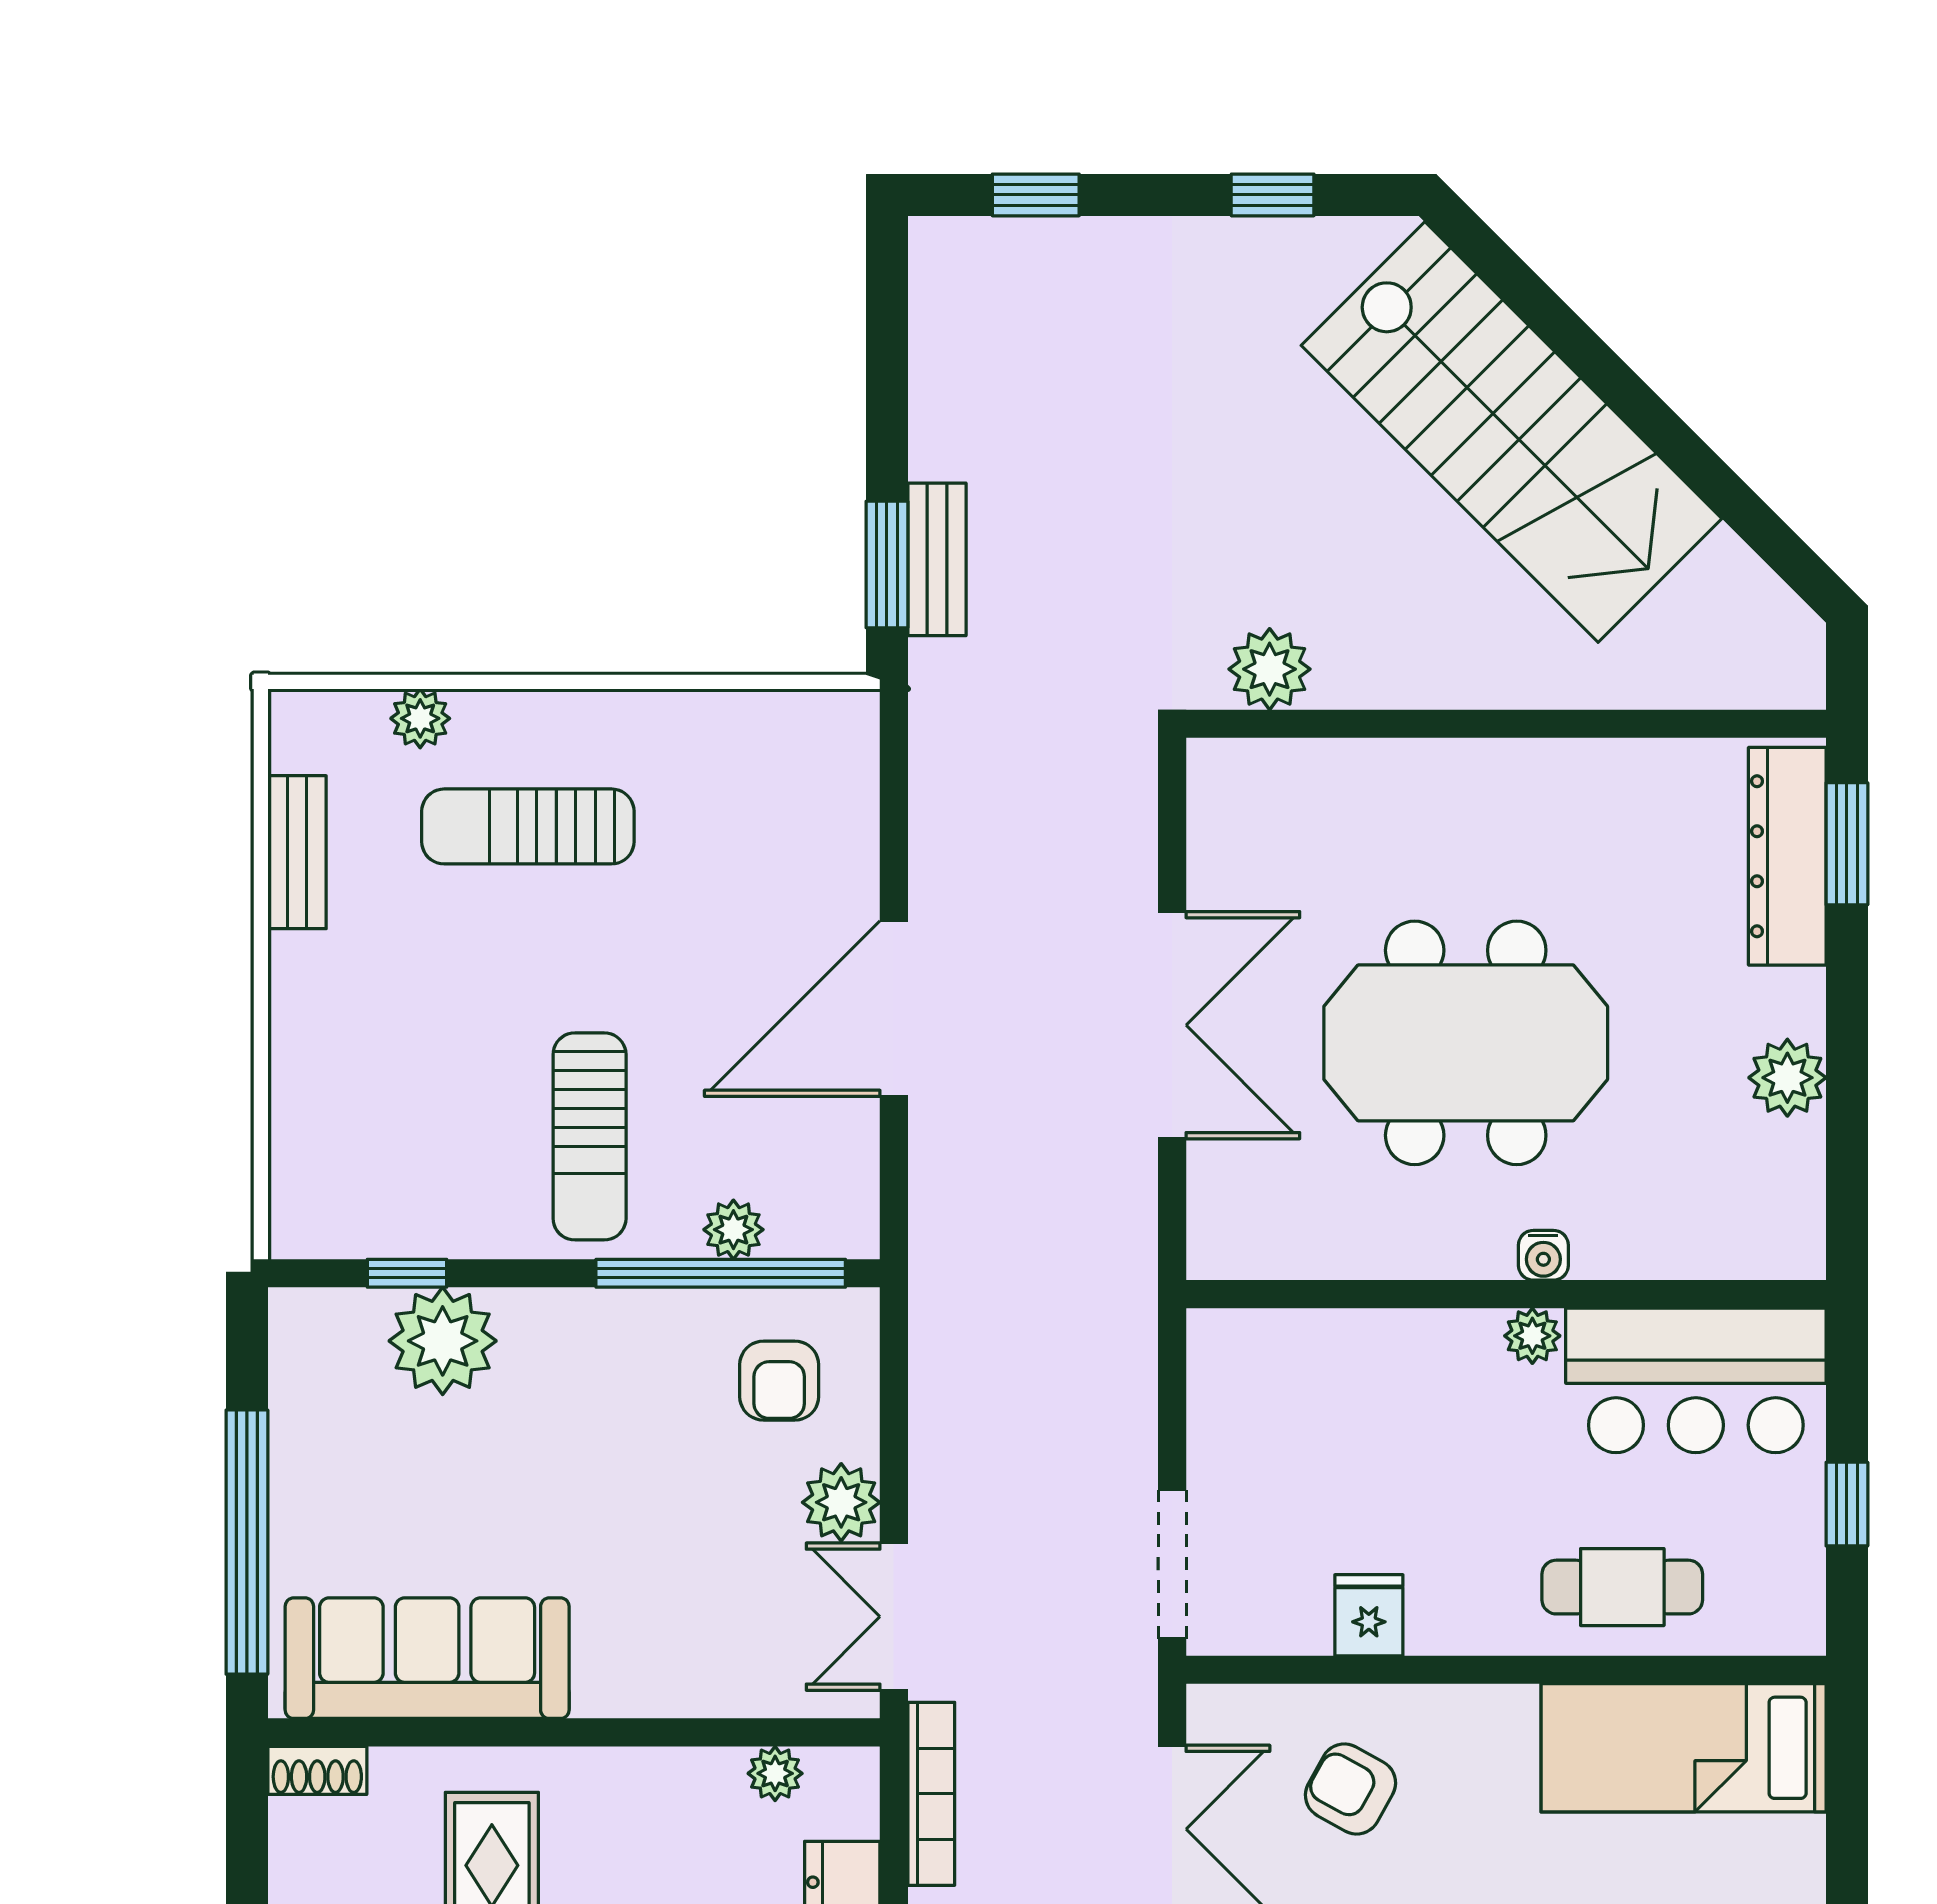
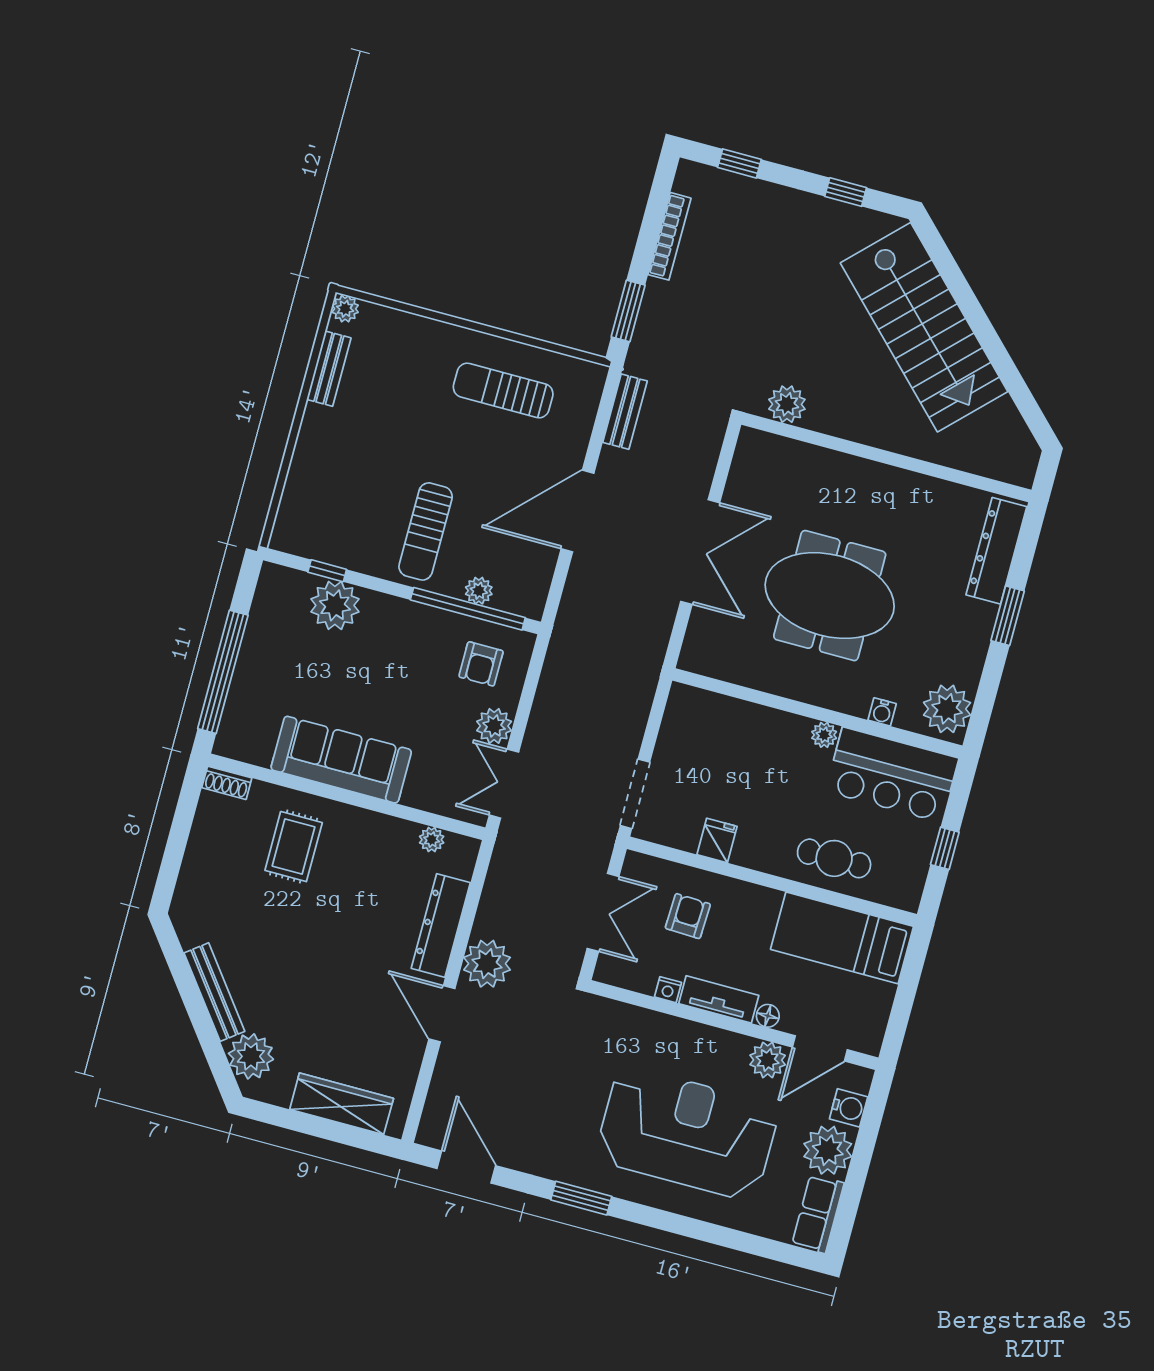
bench: (937, 559) -> (625, 412), moved
plant: (420, 718) -> (345, 309), moved
sun lounger: (528, 826) -> (503, 390), moved
window: (1847, 844) -> (1008, 616), moved
plant: (1787, 1078) -> (947, 709), moved, width x1.36, depth x1.36
water cooler: (1543, 1255) -> (882, 712), moved
sofa: (427, 1658) -> (341, 760), moved
armchair: (1351, 1789) -> (688, 916), turned 63
bookcase: (931, 1794) -> (670, 236), moved

